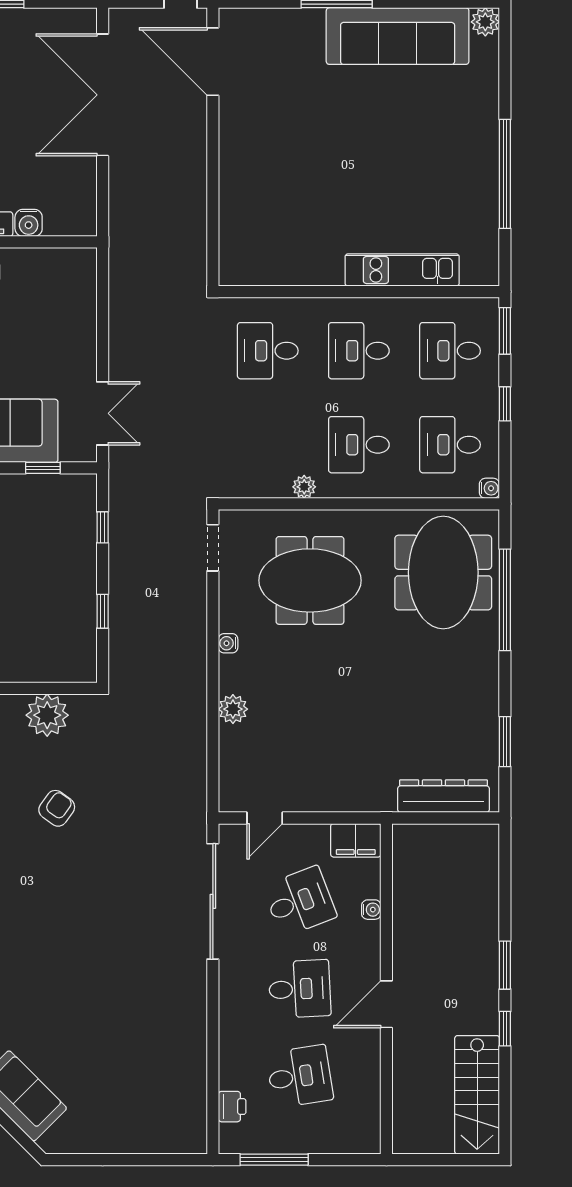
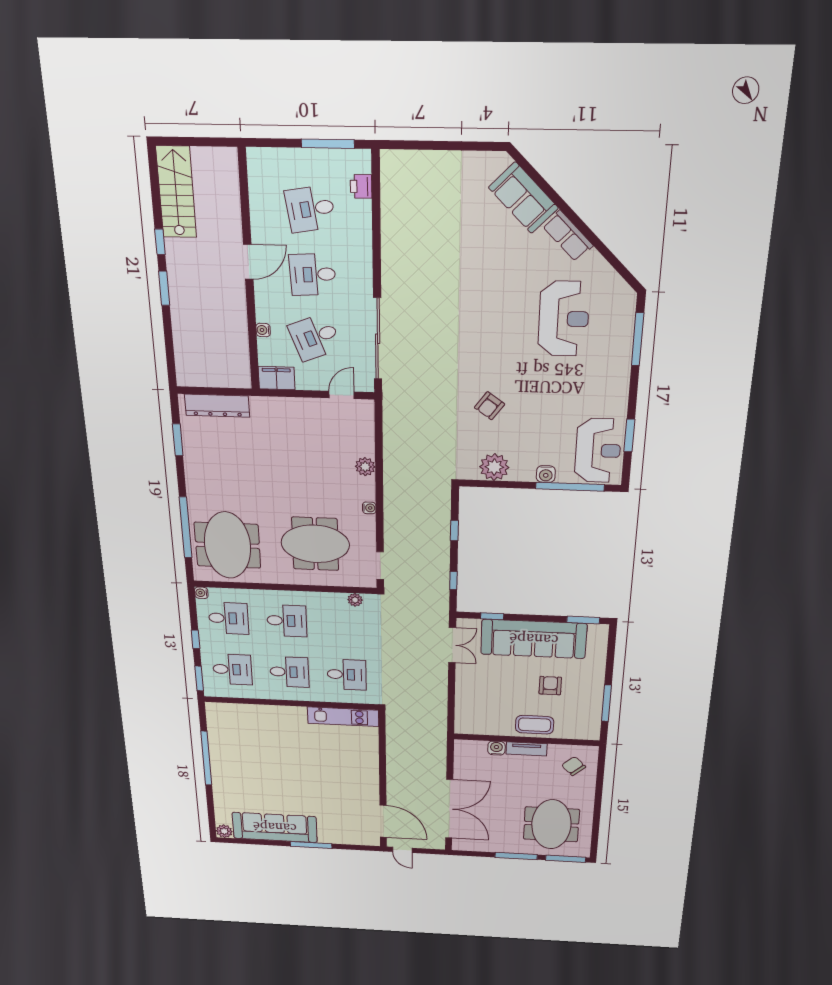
kitchen unit: (402, 270) -> (343, 717), moved
double door: (103, 413) -> (452, 645), swing flipped
plant: (304, 487) -> (355, 600), moved

